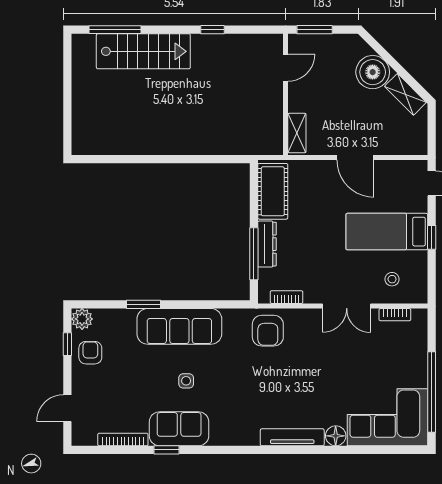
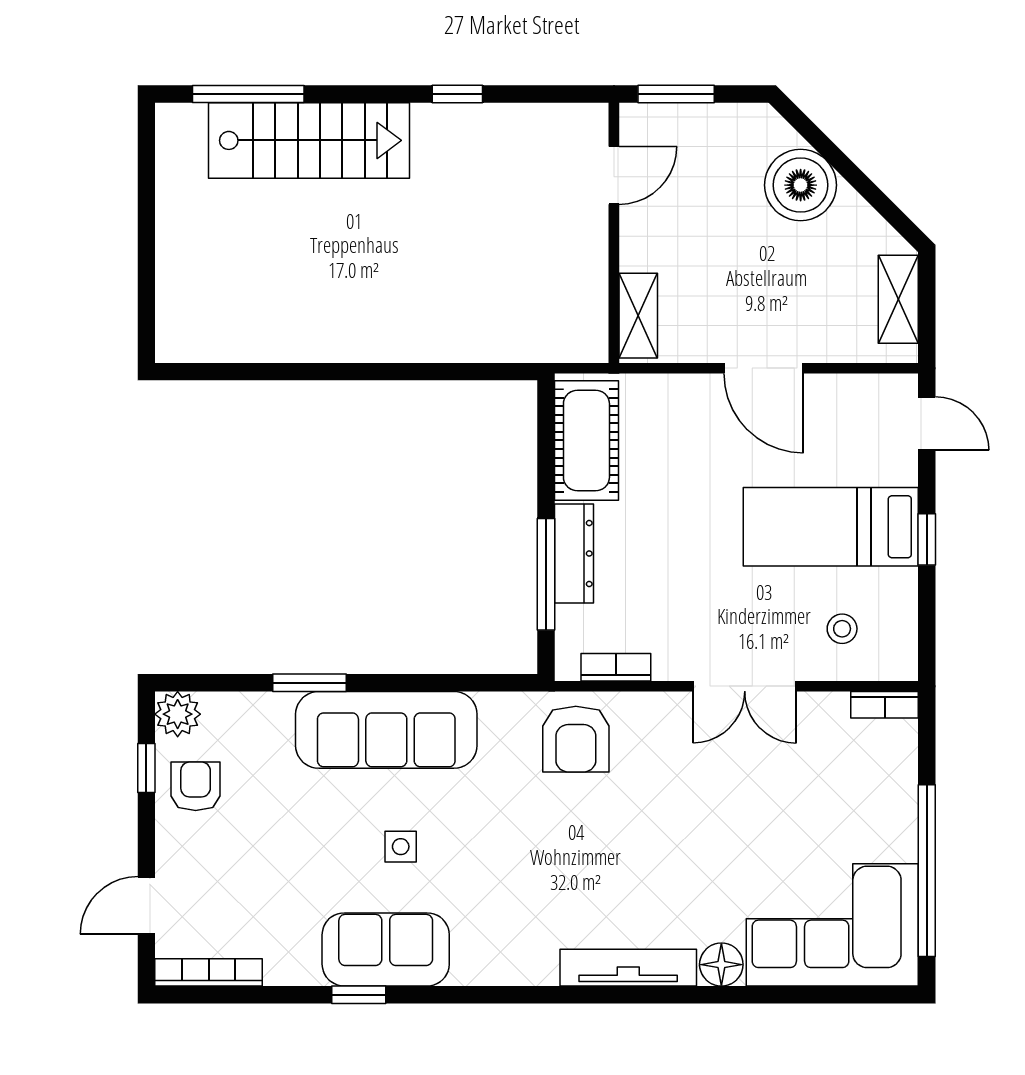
shelving: (405, 94) -> (898, 299), moved, turned 45
bookcase: (395, 315) -> (885, 705), moved
bookcase: (123, 440) -> (209, 972), moved

